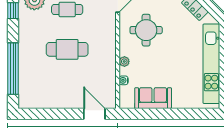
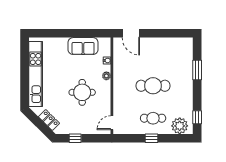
round table: (146, 30) -> (82, 92), moved
window: (13, 69) -> (197, 70), width x0.47

